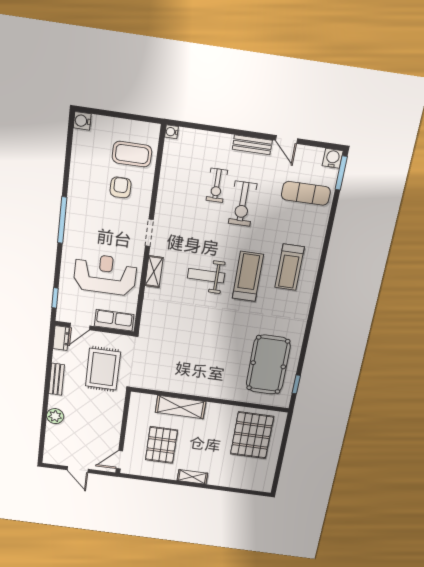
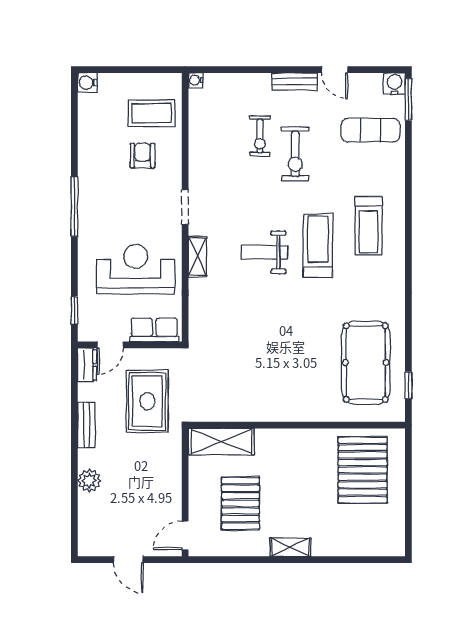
shelving: (181, 407) -> (221, 442), moved

